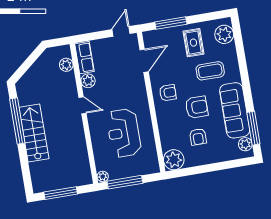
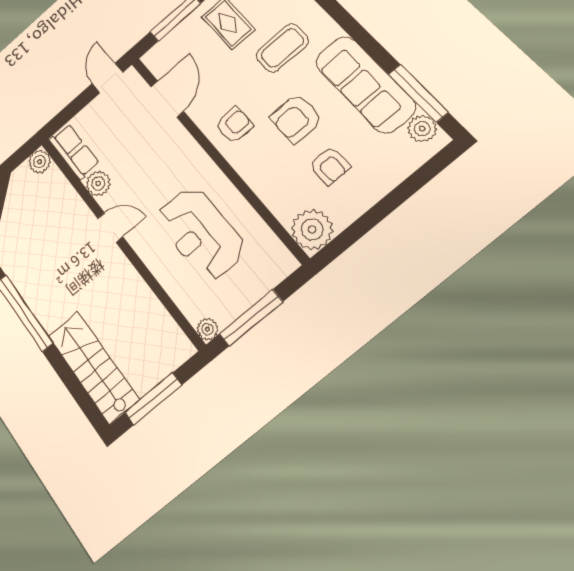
plant: (66, 65) -> (40, 162), moved
armchair: (197, 107) -> (296, 119), turned 180
stairs: (34, 133) -> (93, 367), moved

